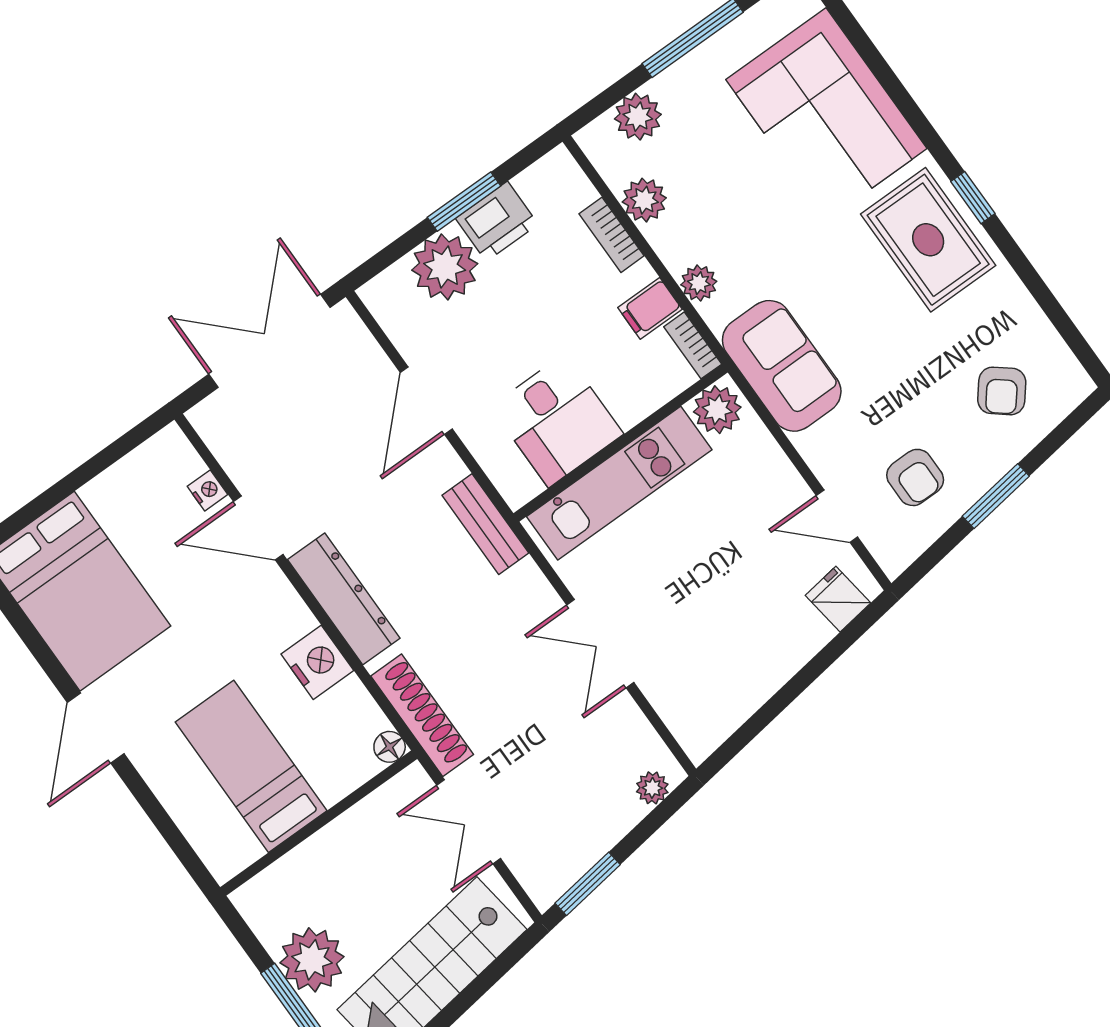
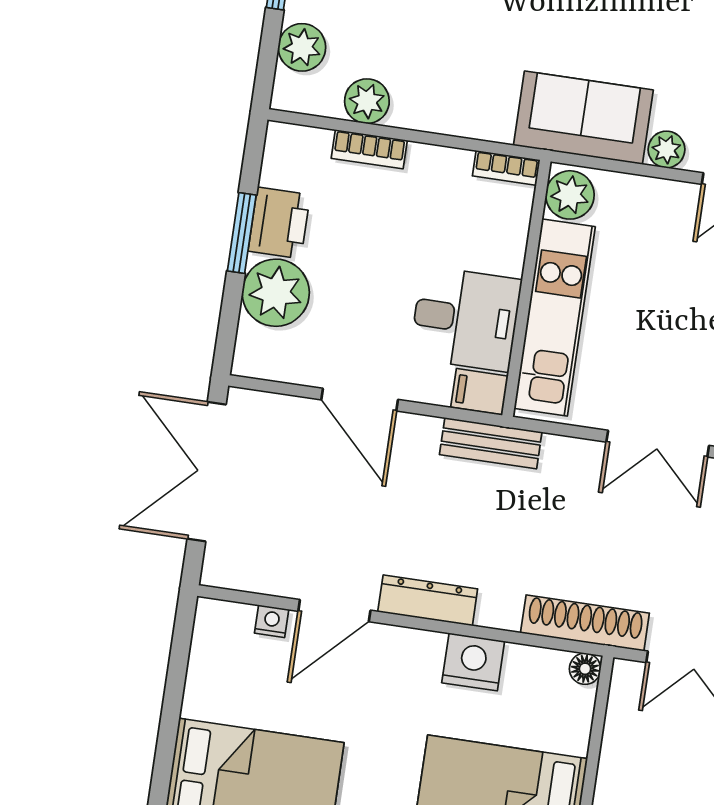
plant: (699, 283) -> (667, 149), moved
filing cabinet: (650, 308) -> (479, 392), moved, turned 90
dresser: (344, 599) -> (428, 600), width x0.73, depth x0.80

